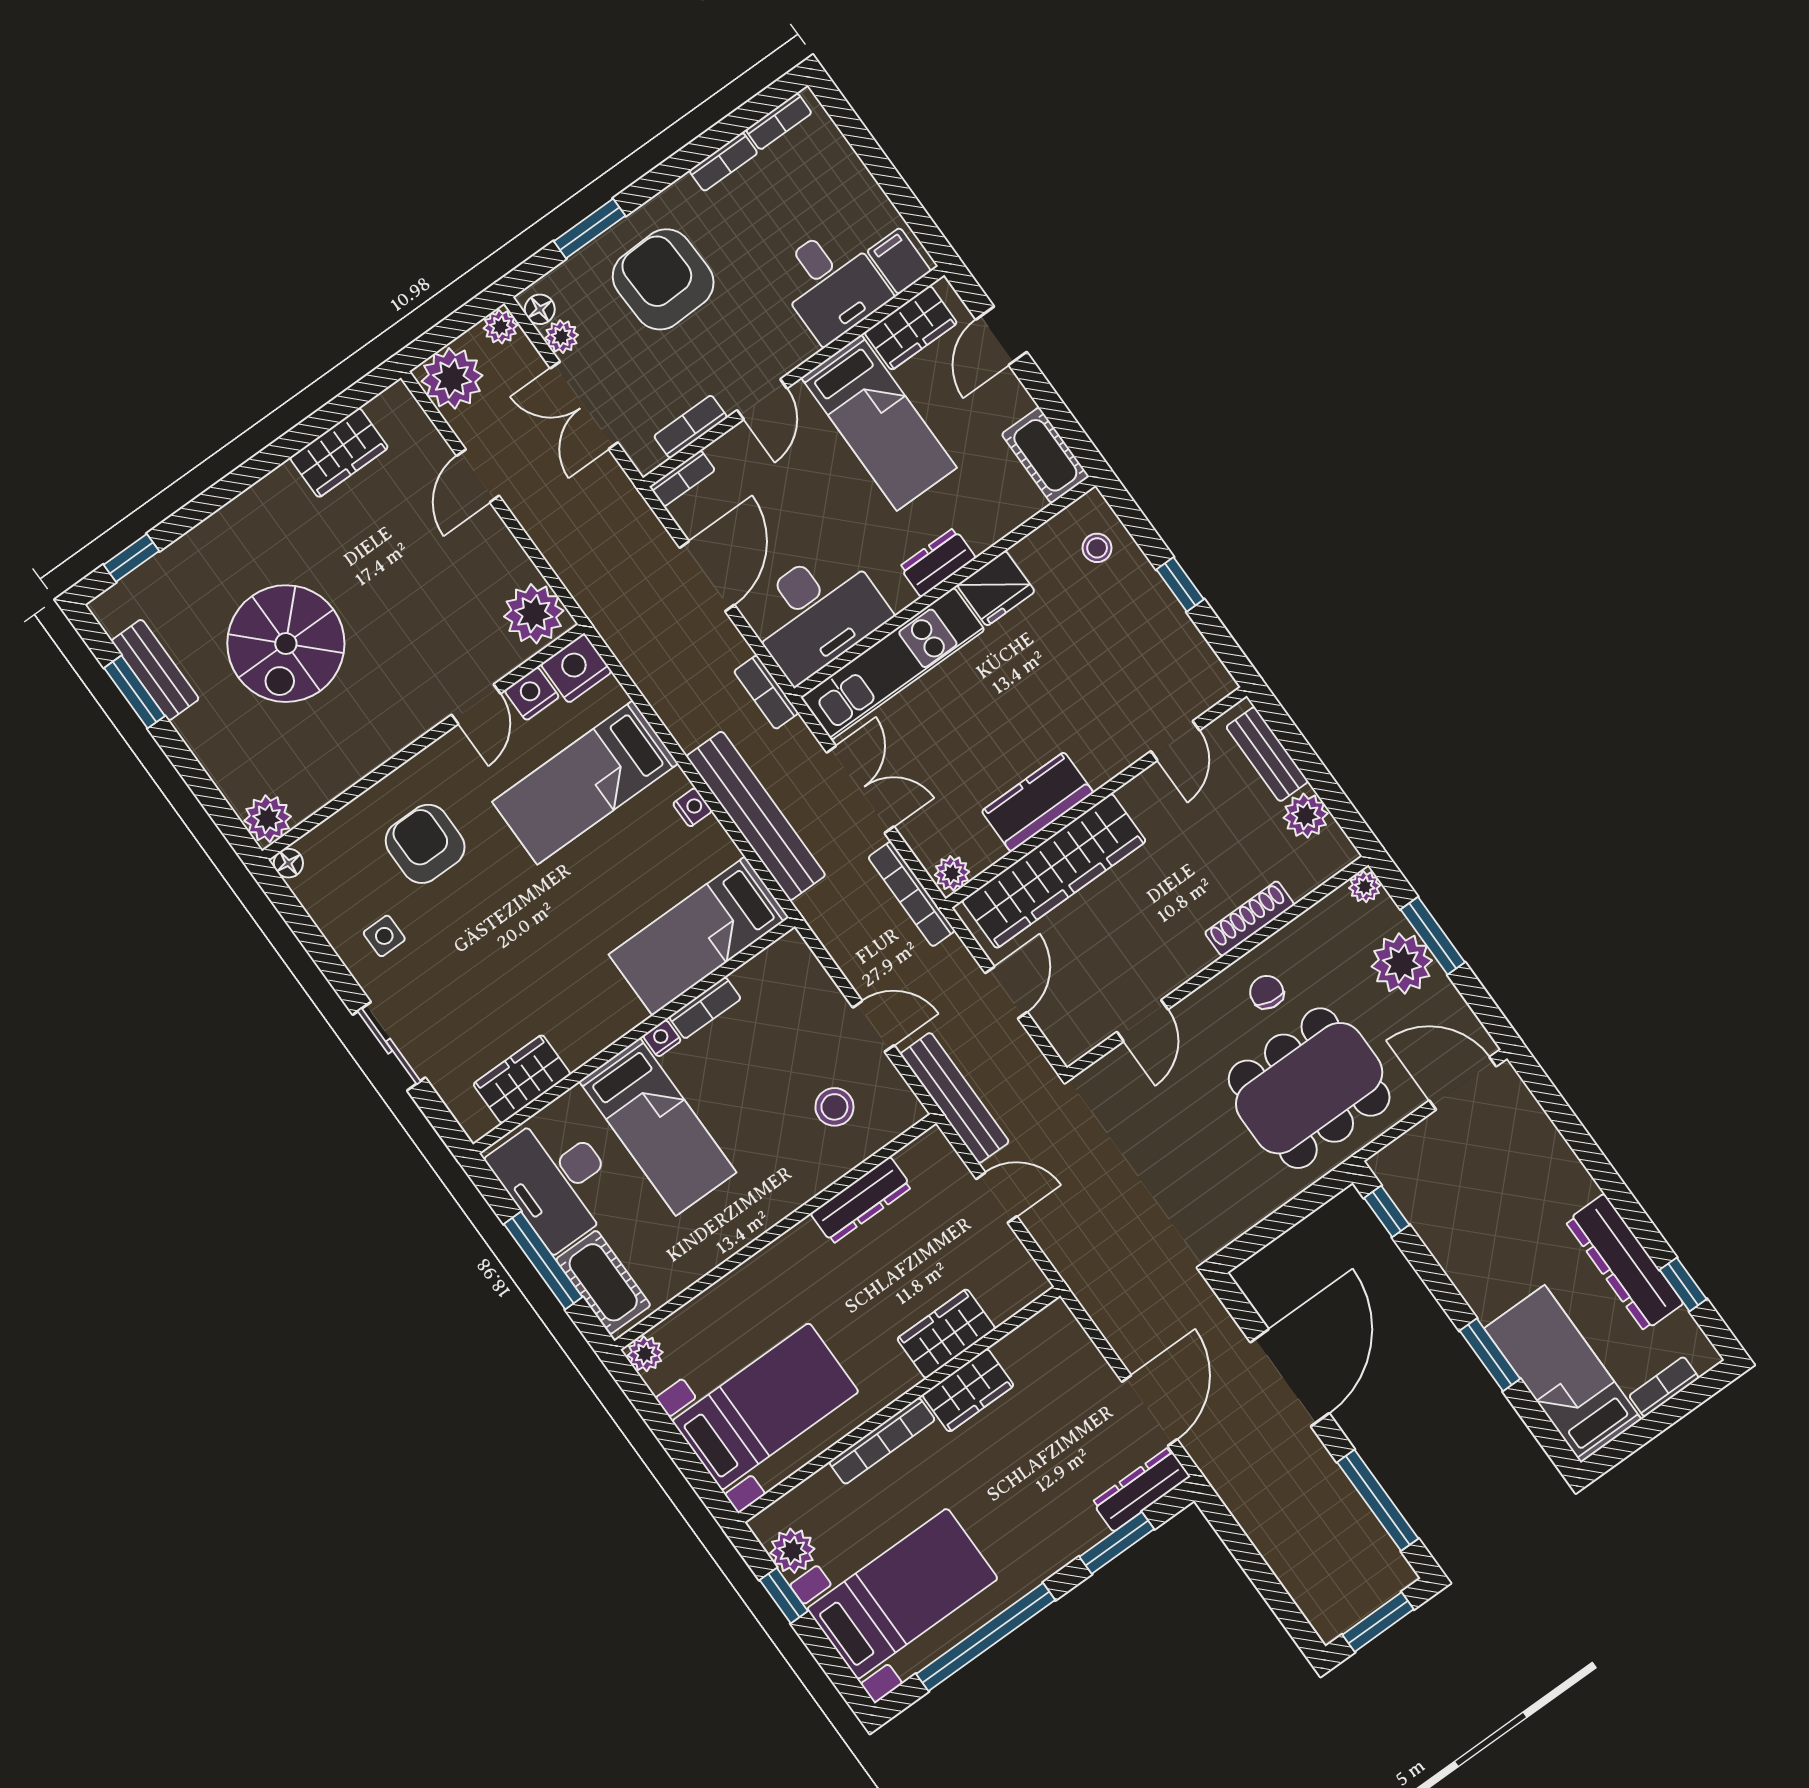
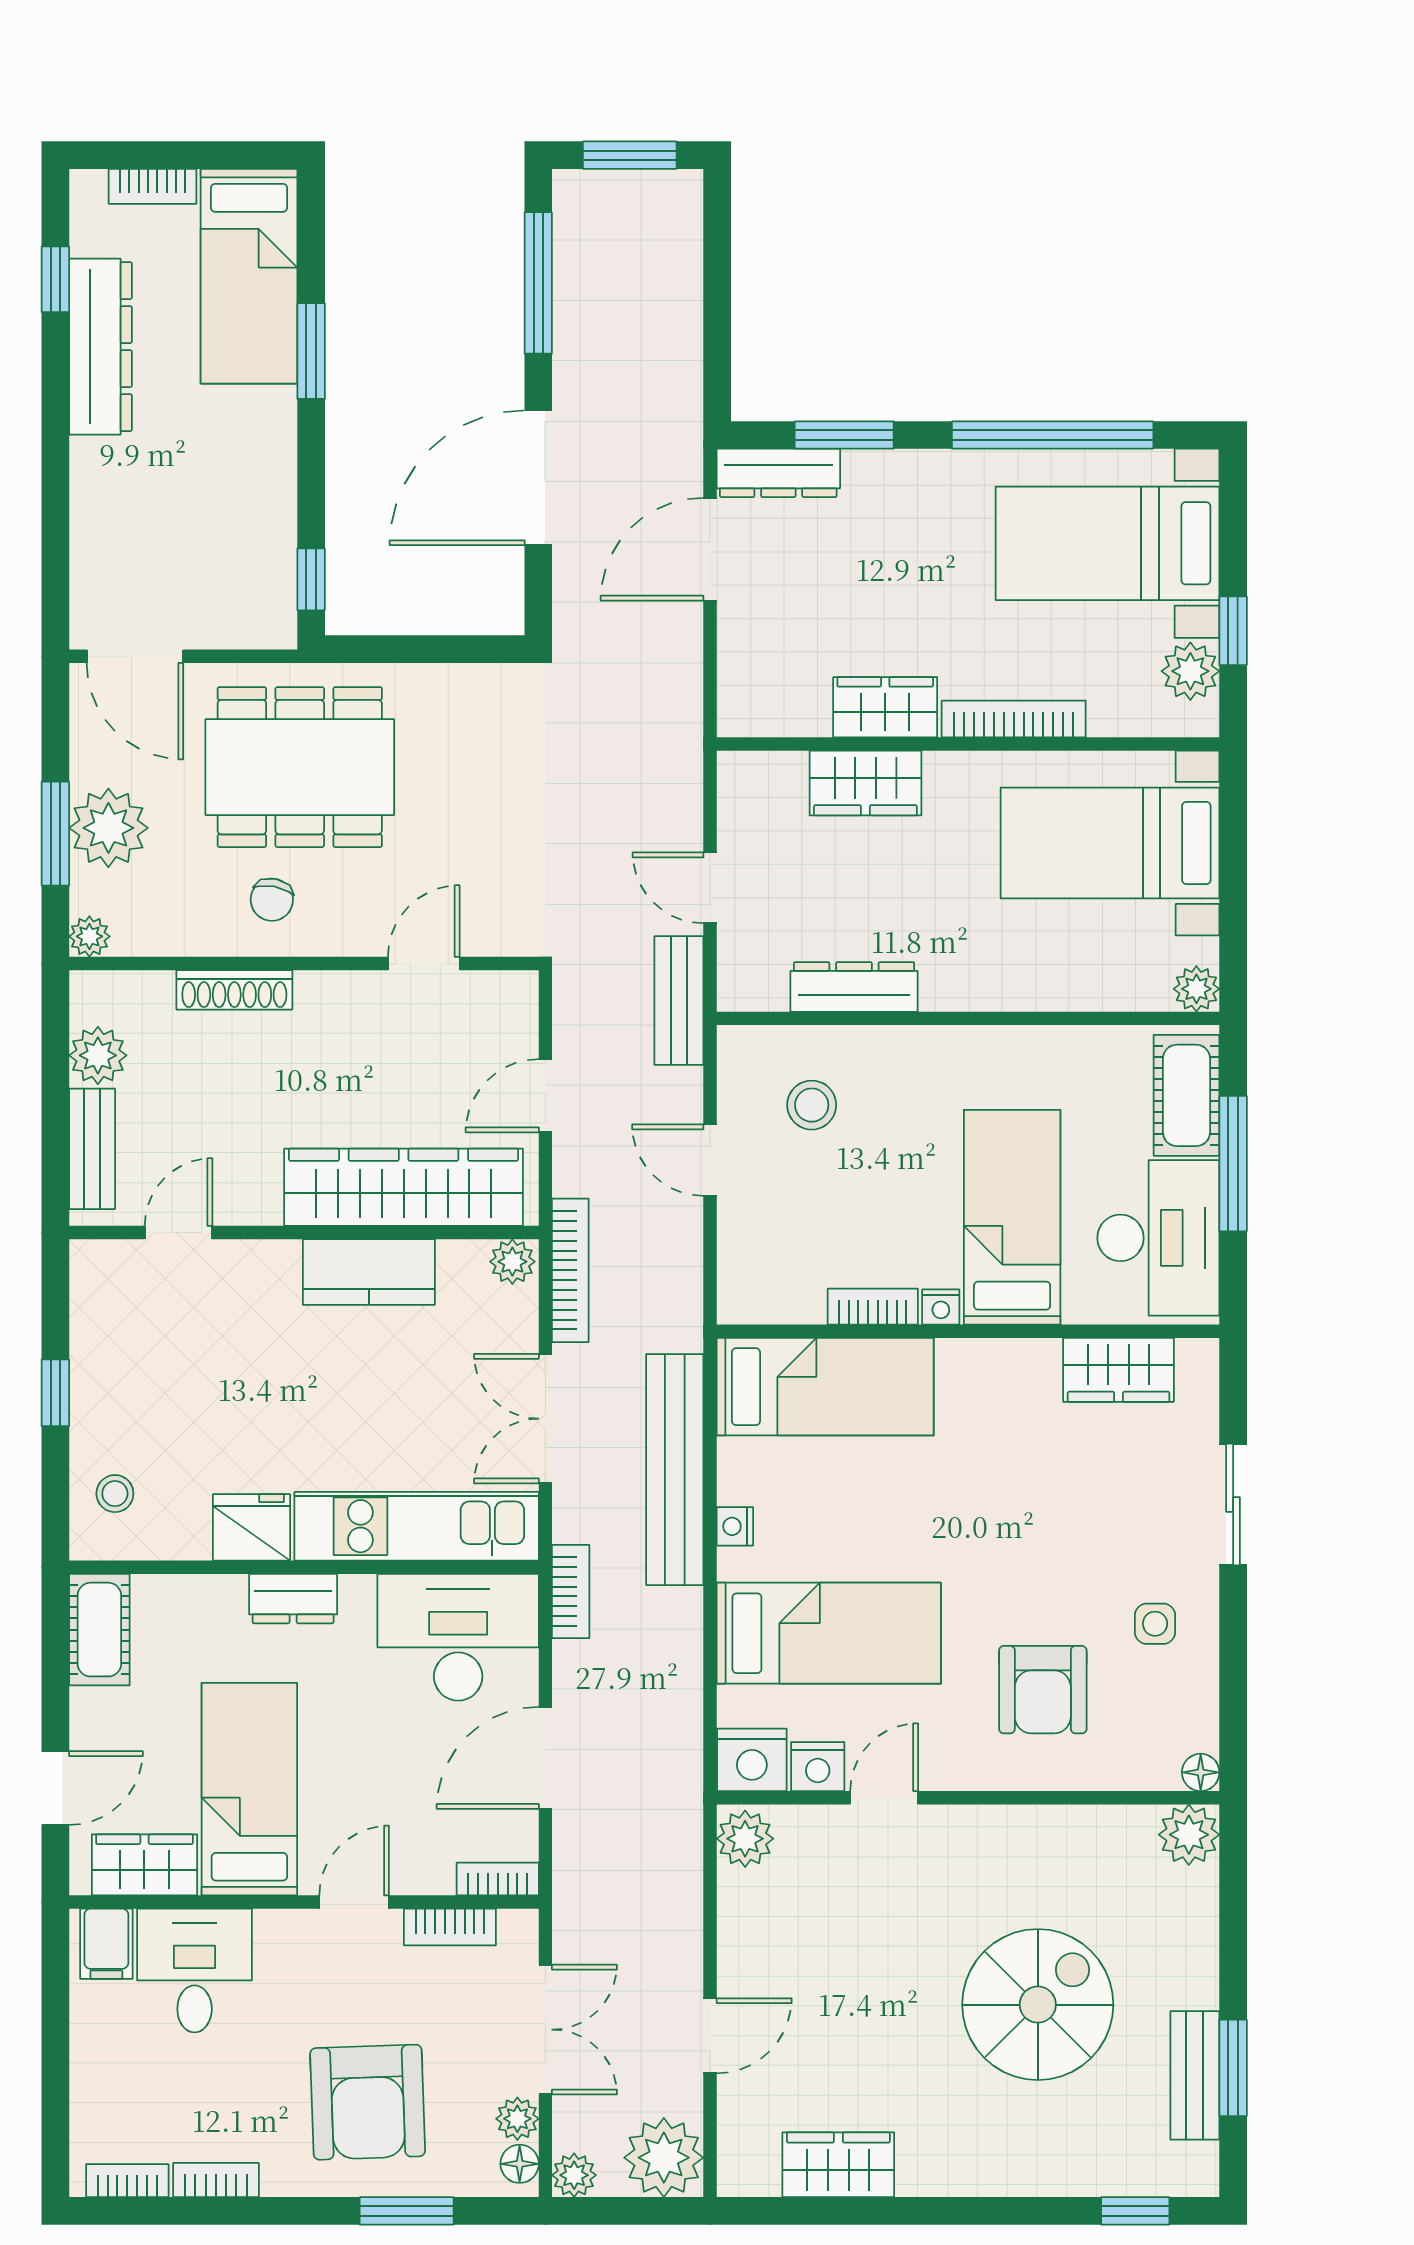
plant: (534, 614) -> (745, 1839), width x0.73, depth x0.73
bench: (955, 1098) -> (679, 1001), width x0.73

